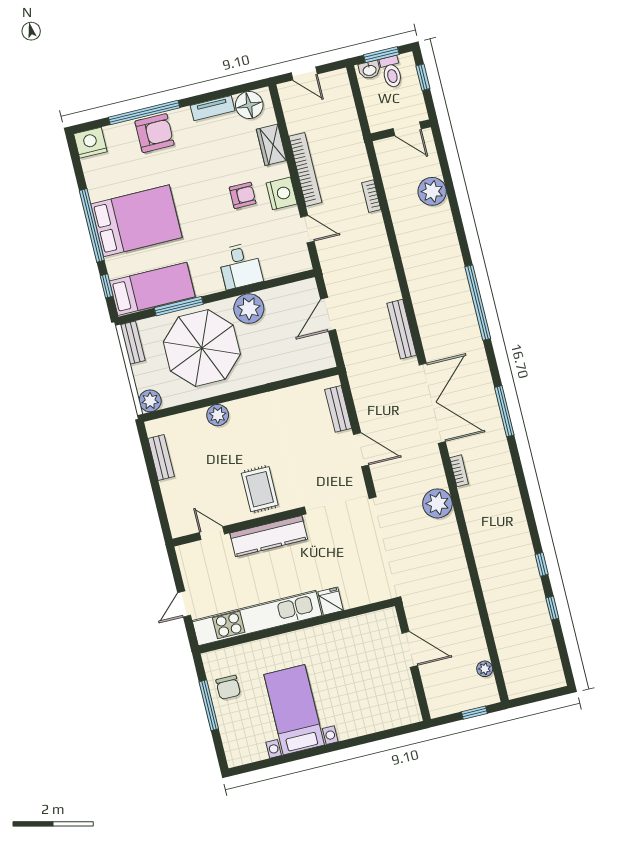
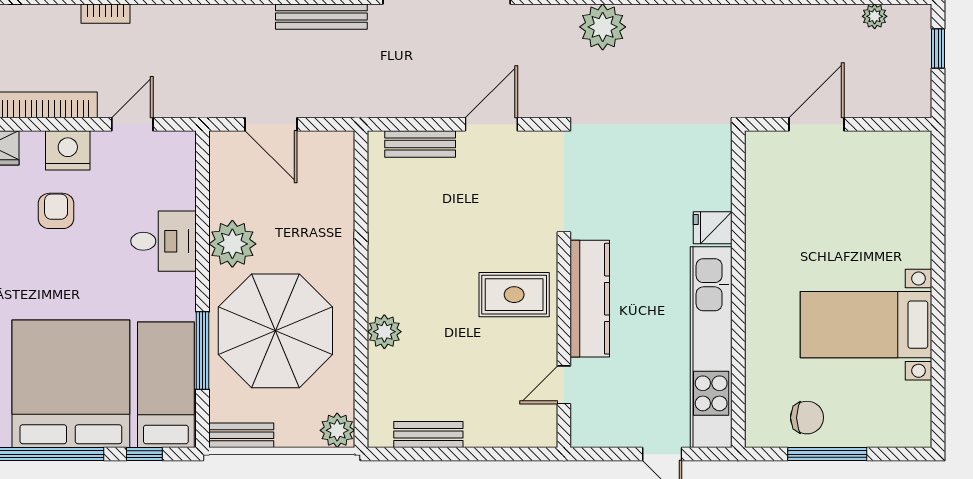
bed: (136, 221) -> (71, 384), width x1.36

